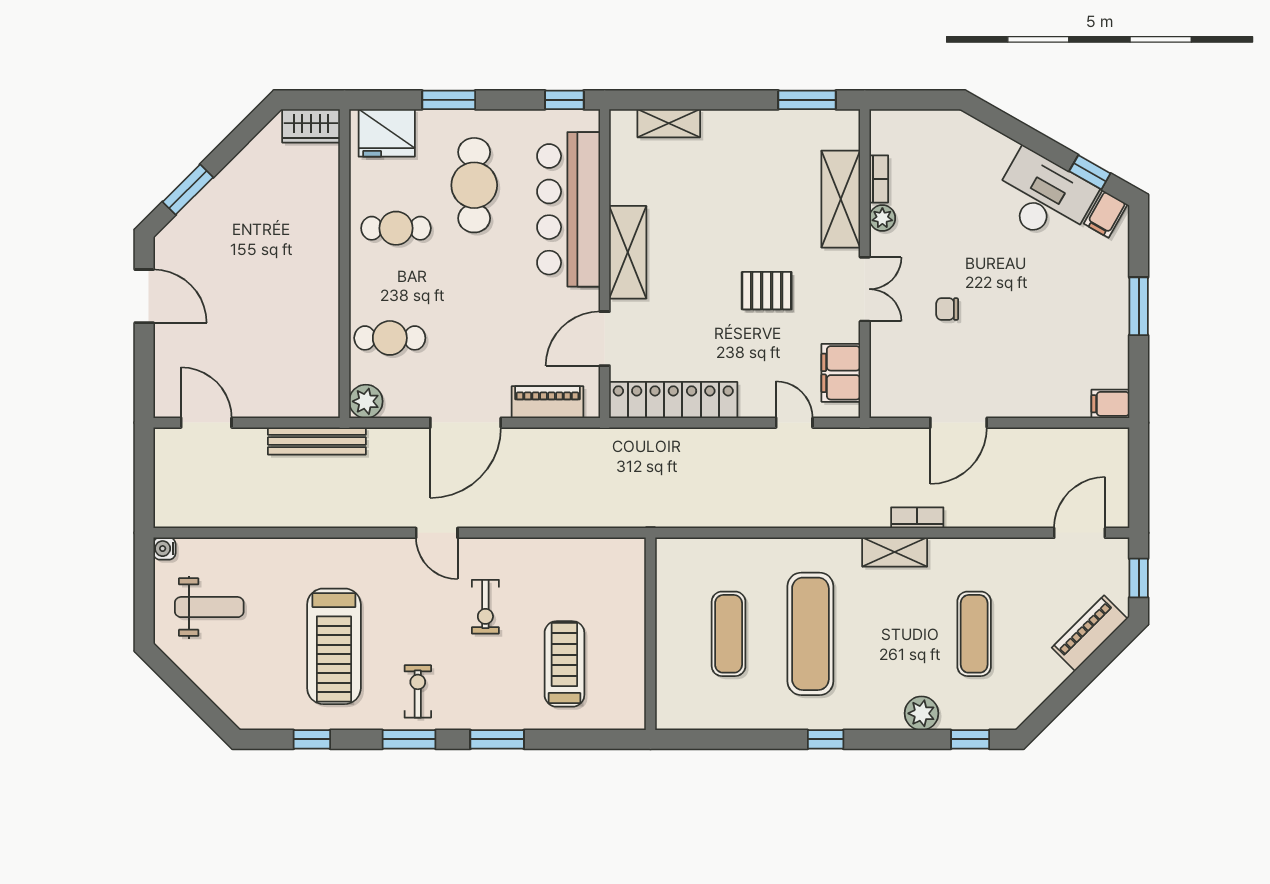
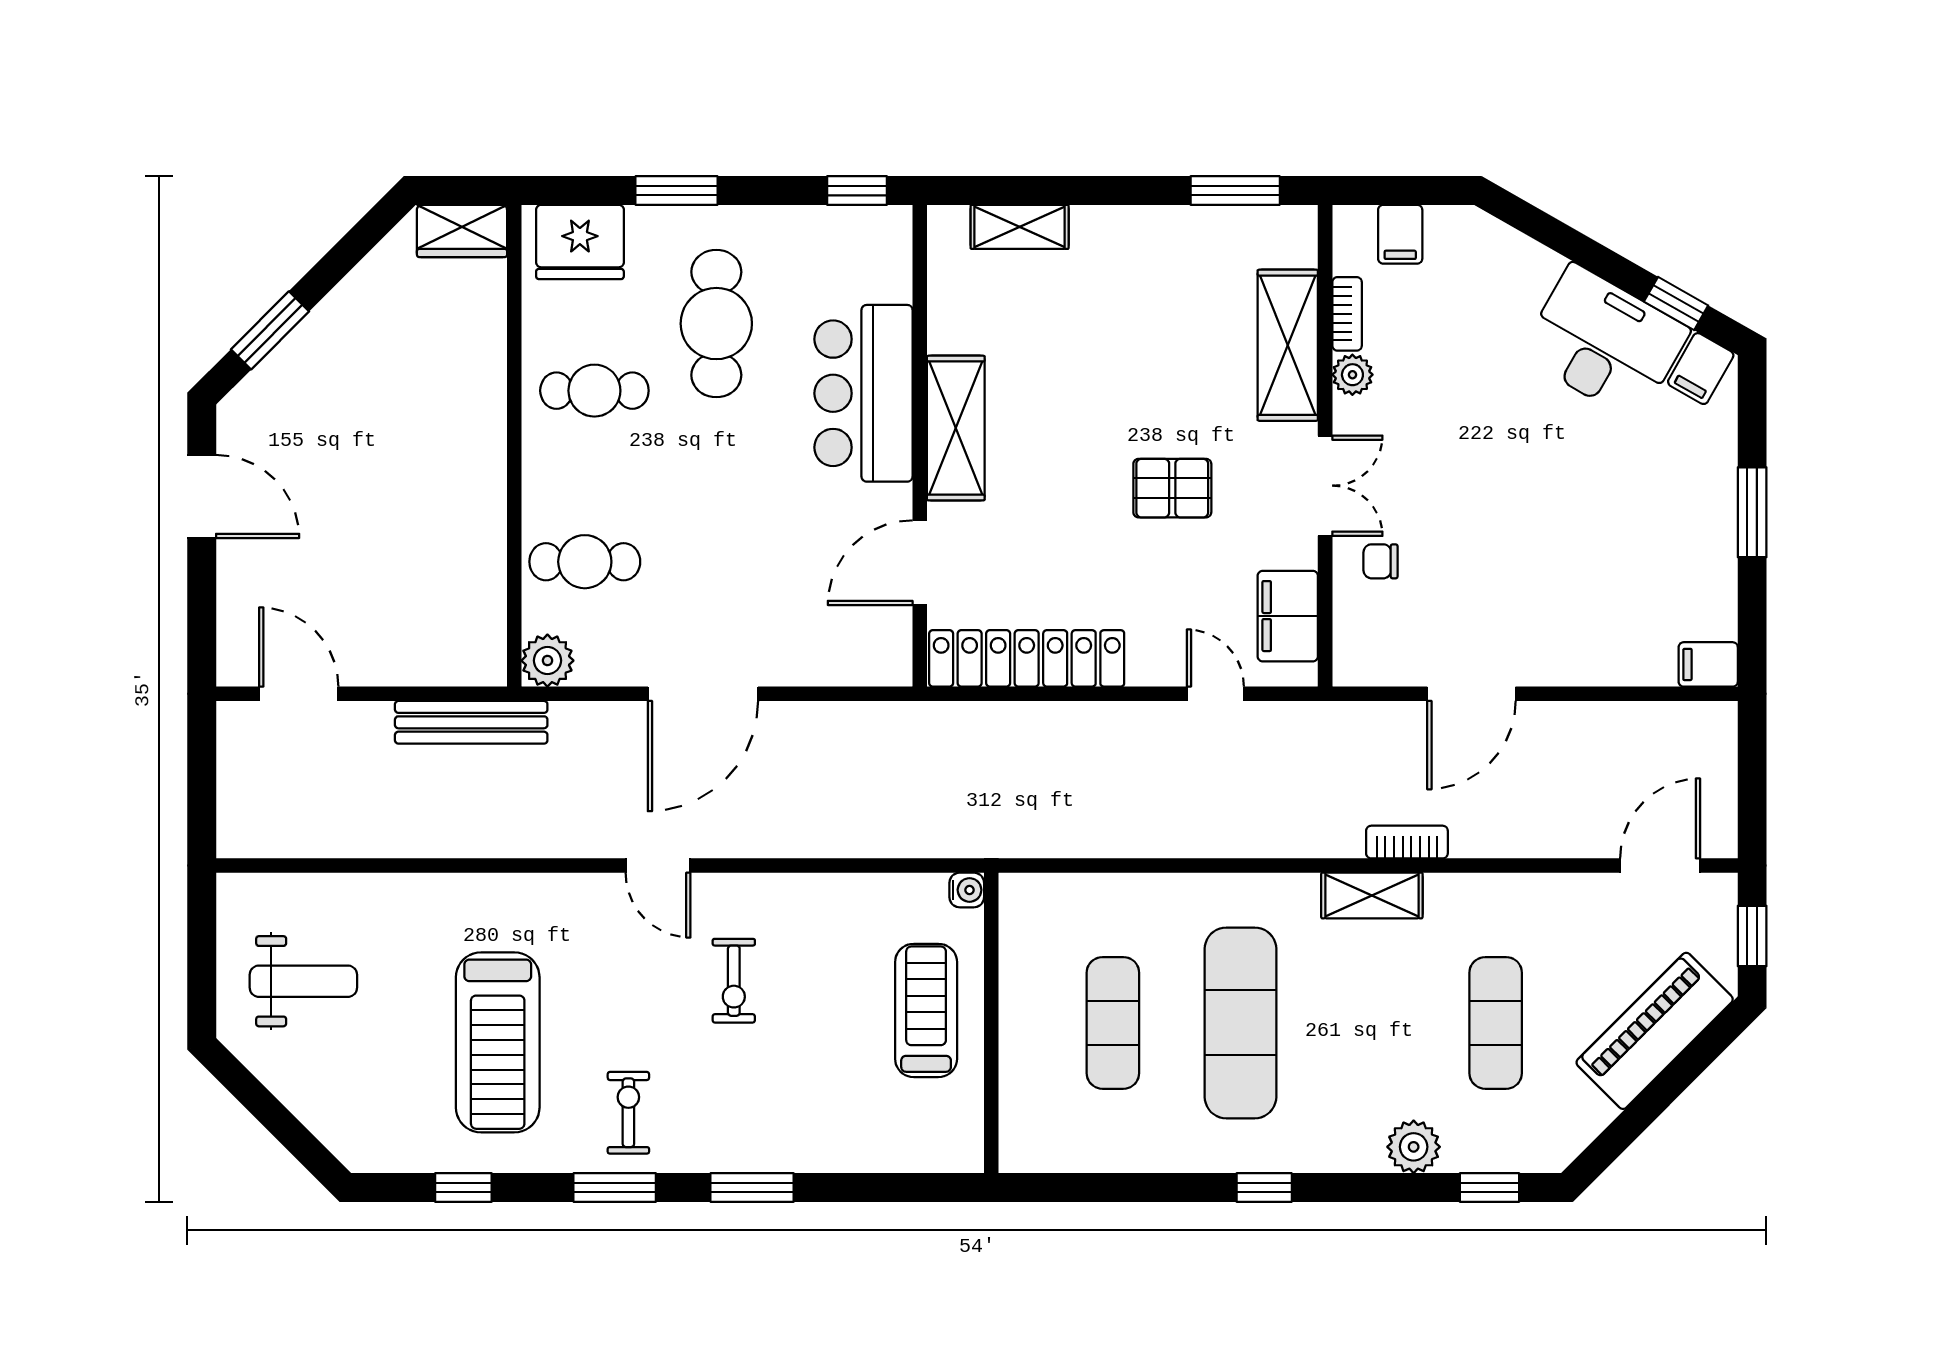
filing cabinet: (913, 128) -> (1400, 234), added
bar counter: (569, 209) -> (863, 393), width x0.73
chair: (947, 309) -> (1381, 561), moved
piano: (547, 402) -> (831, 662), removed
water cooler: (164, 549) -> (967, 890), moved, turned 180
piano: (1090, 633) -> (1655, 1031), width x1.37, depth x1.33
treadmill: (564, 664) -> (926, 1010), moved

